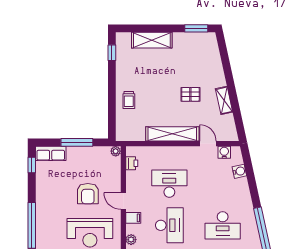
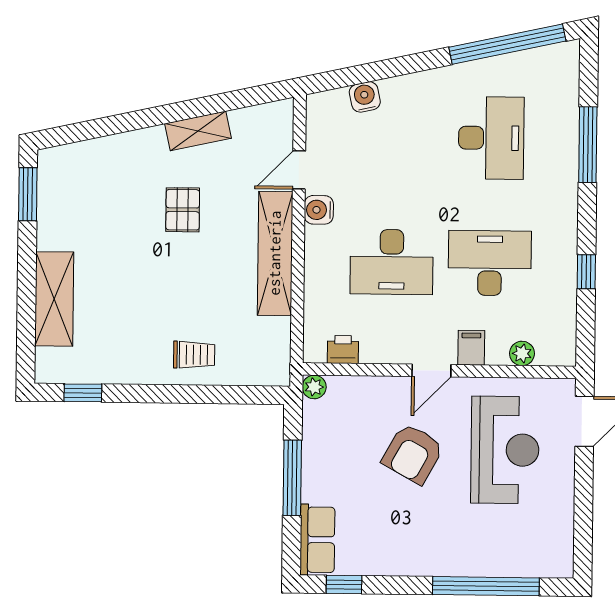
water cooler: (224, 152) -> (319, 210), moved
desk: (169, 184) -> (392, 262), turned -90
armchair: (88, 194) -> (413, 454), turned 119

